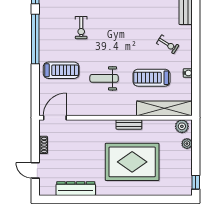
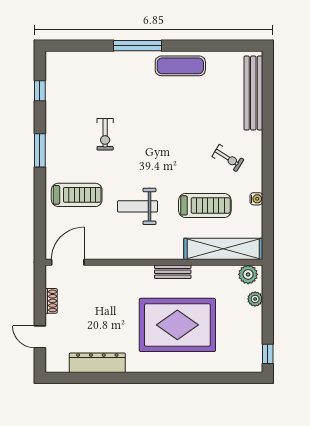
window: (35, 39) -> (40, 150), width x0.47
treadmill: (151, 78) -> (205, 205), turned 180

